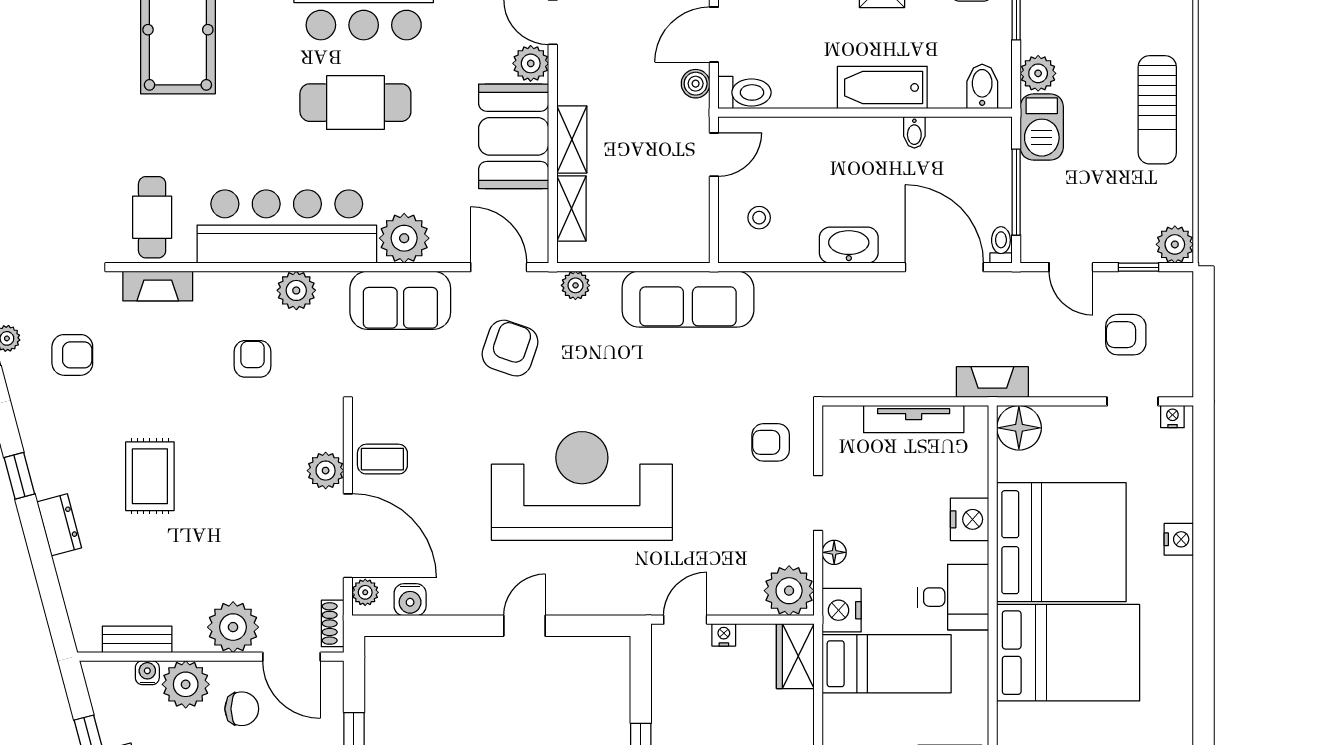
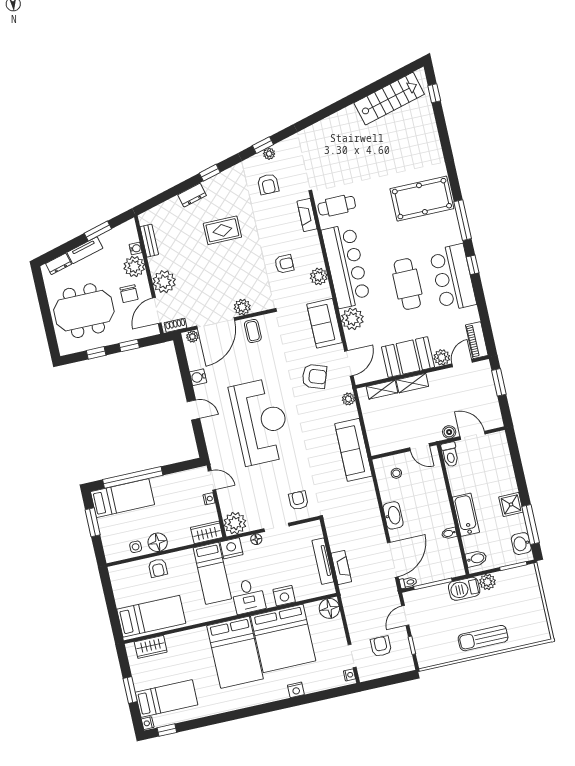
plant: (1175, 244) -> (425, 659), removed
fireplace: (992, 382) -> (341, 567), moved
water cooler: (410, 600) -> (198, 377), moved

